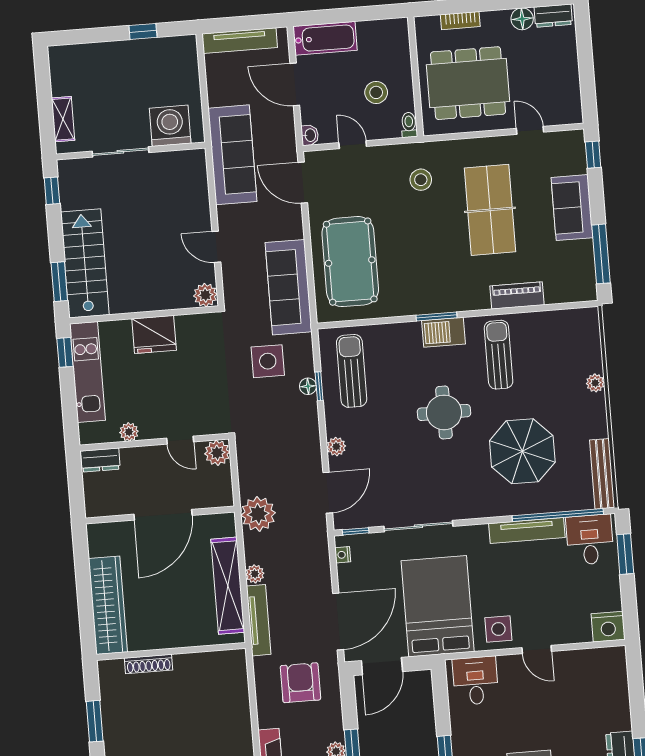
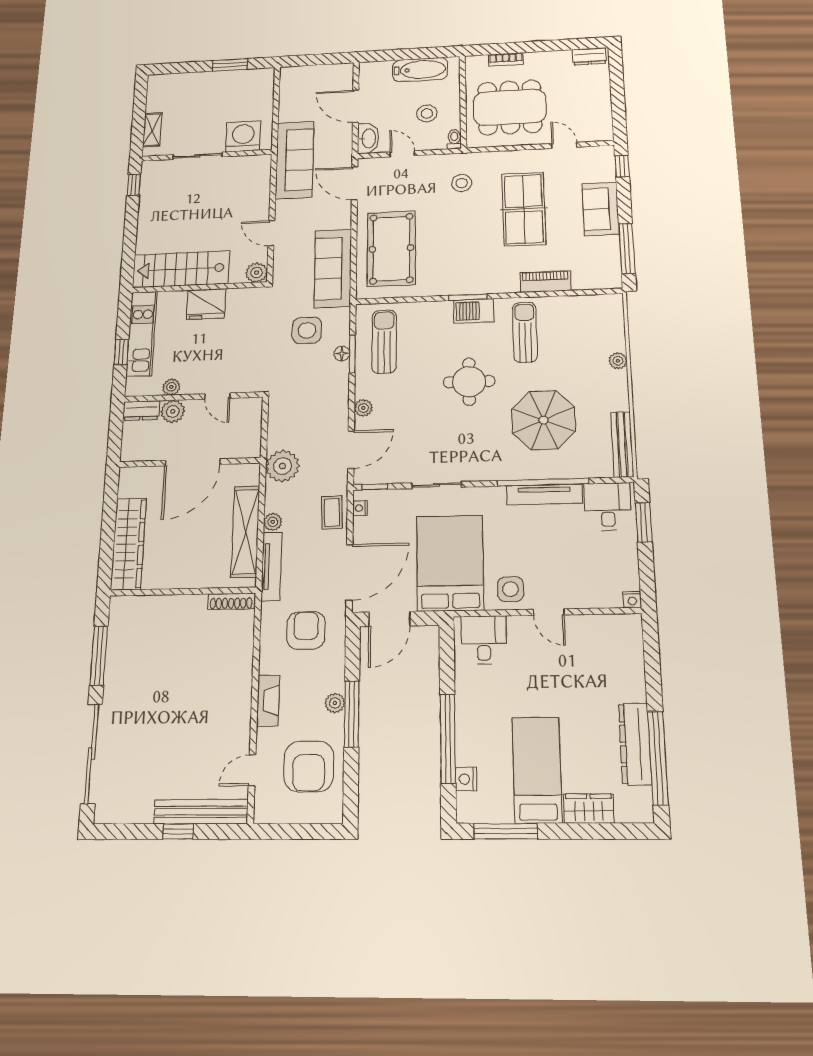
floor lamp: (522, 19) -> (561, 59), removed
window: (143, 31) -> (230, 65), width x1.50
bathtub: (325, 38) -> (420, 70), moved
tv unit: (240, 41) -> (311, 73), removed
washbasin: (310, 135) -> (368, 138), width x1.91, depth x1.45
stairs: (85, 263) -> (181, 269), moved, turned -90
window: (59, 282) -> (128, 258), removed
window: (65, 352) -> (121, 352), moved
window: (319, 386) -> (352, 354), width x1.50
plant: (217, 453) -> (173, 411), moved
window: (558, 515) -> (543, 482), moved
sliding door: (418, 526) -> (437, 485), width x0.73
coffee table: (314, 561) -> (332, 512), added
nightstand: (608, 627) -> (632, 600), width x0.53, depth x0.56
shoe rack: (149, 664) -> (231, 601), moved
window: (95, 721) -> (99, 656), width x1.44

